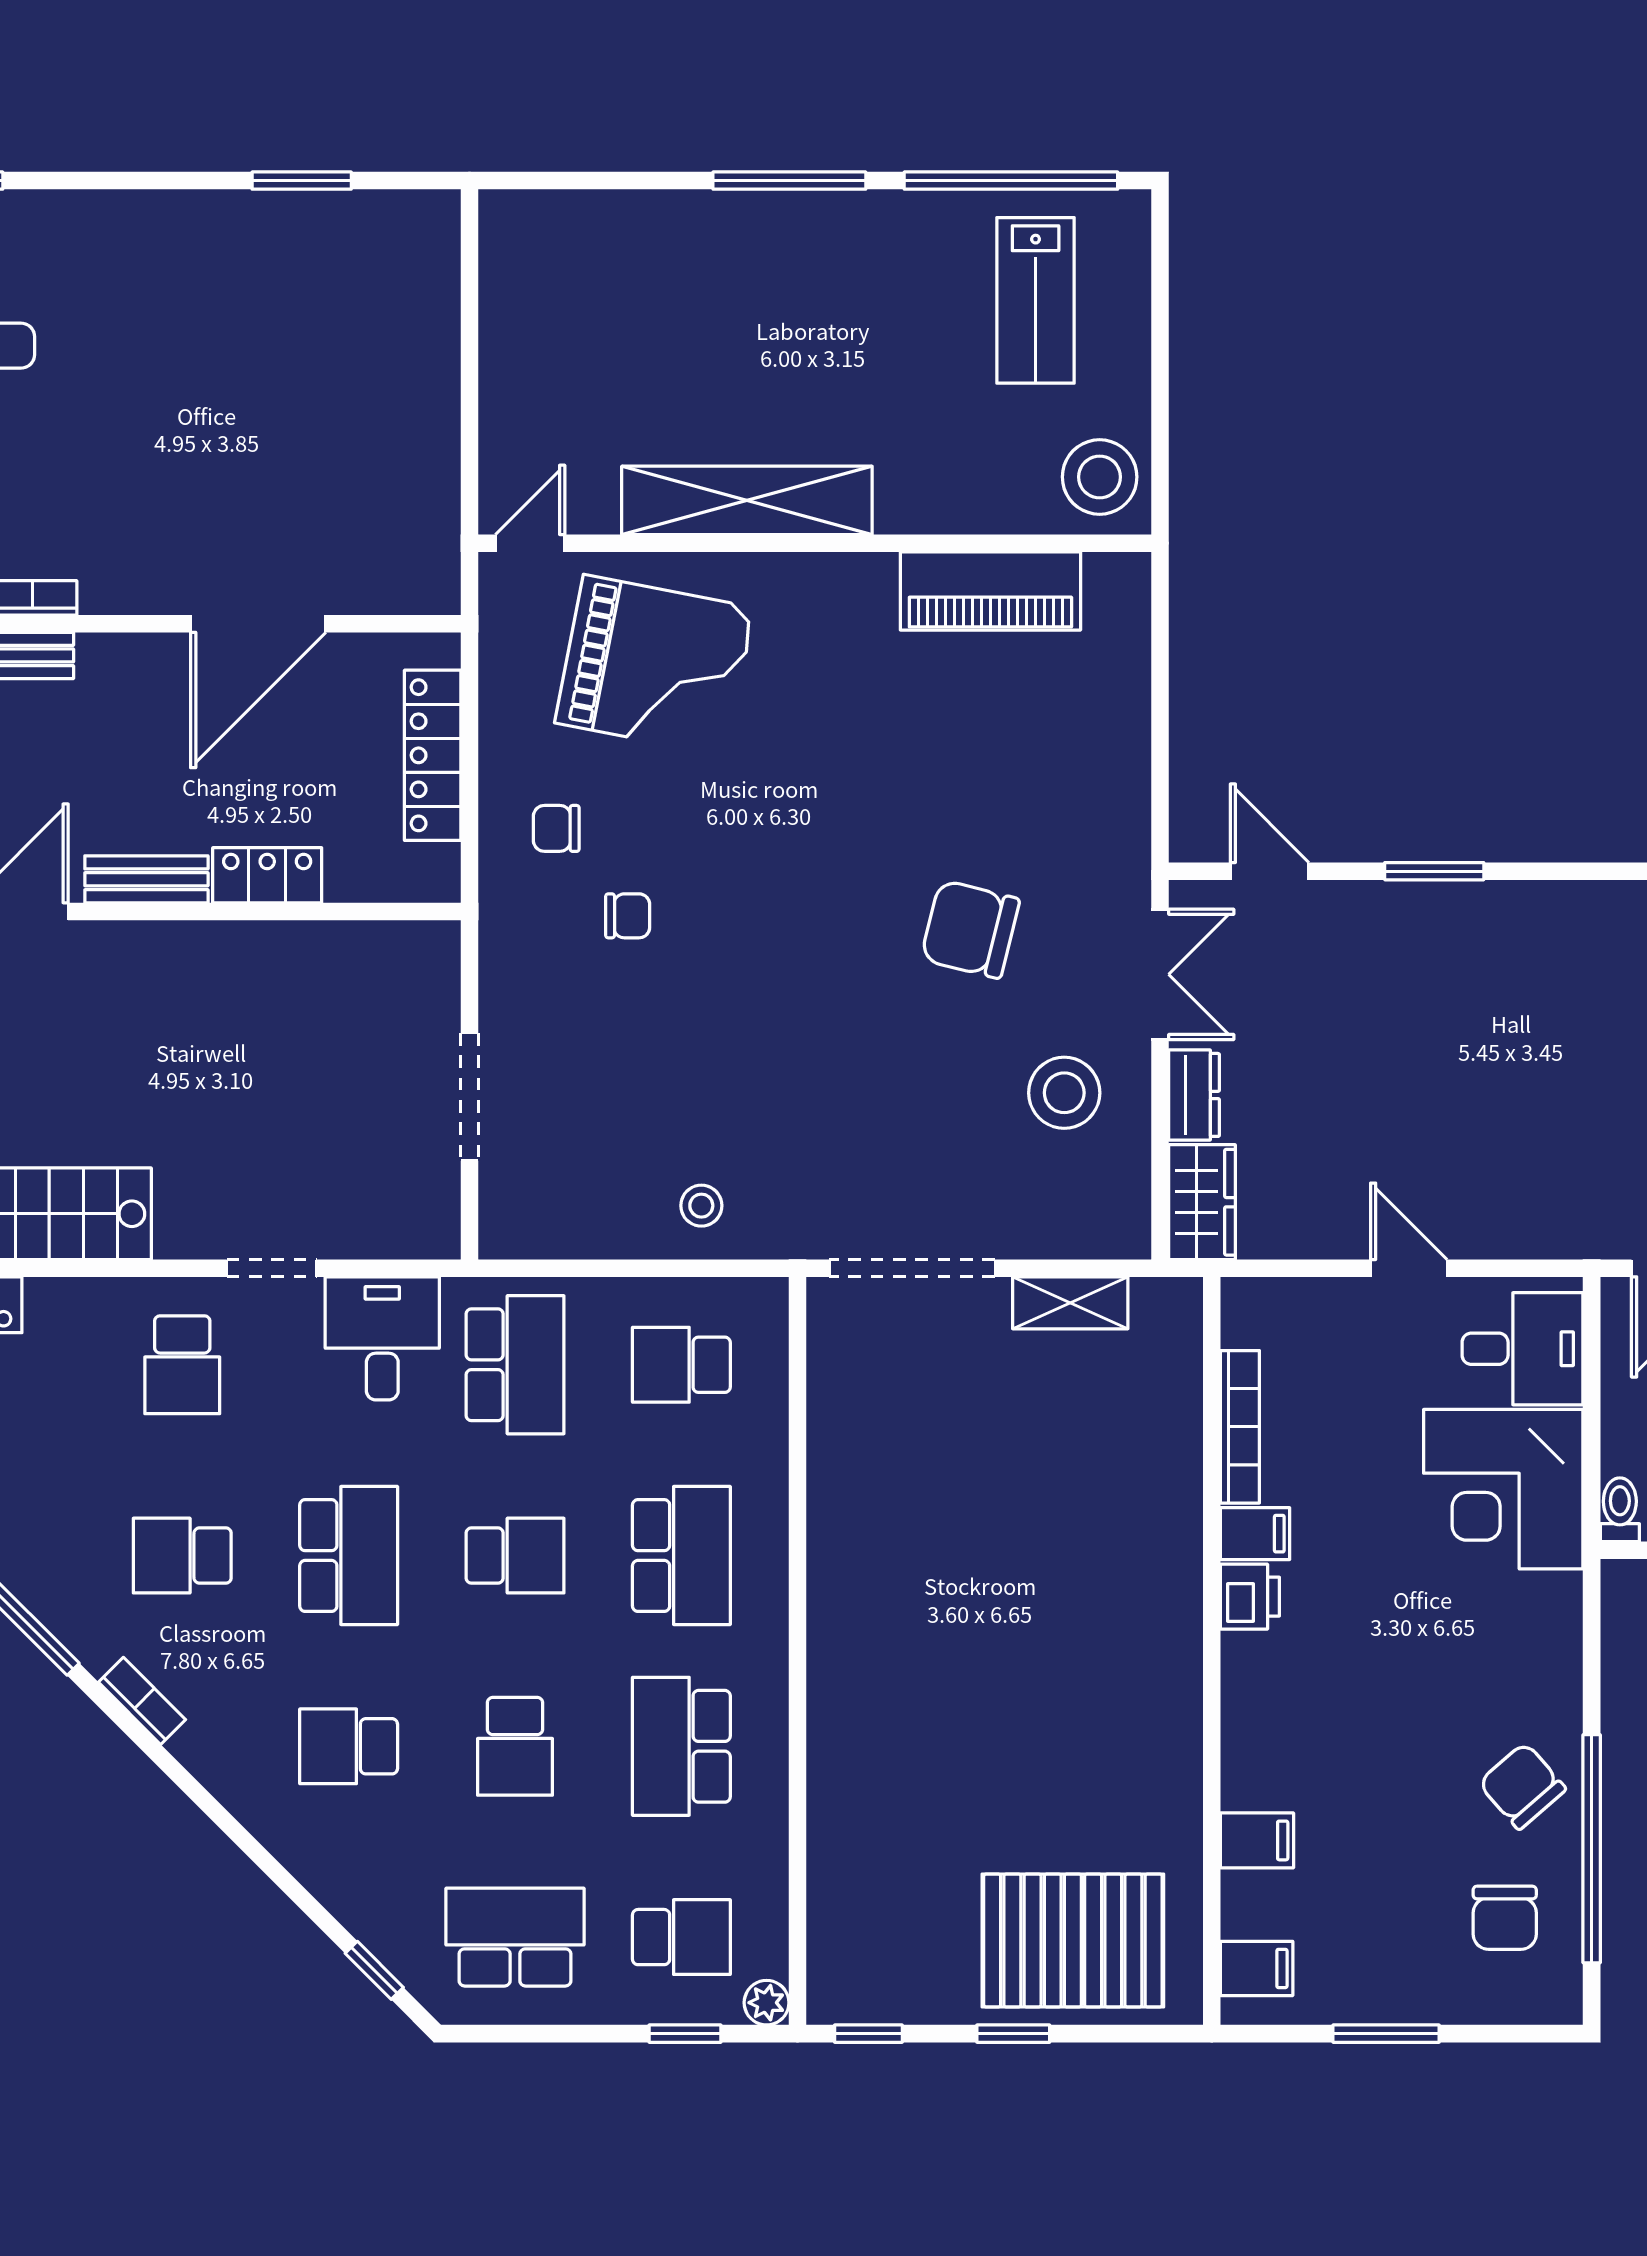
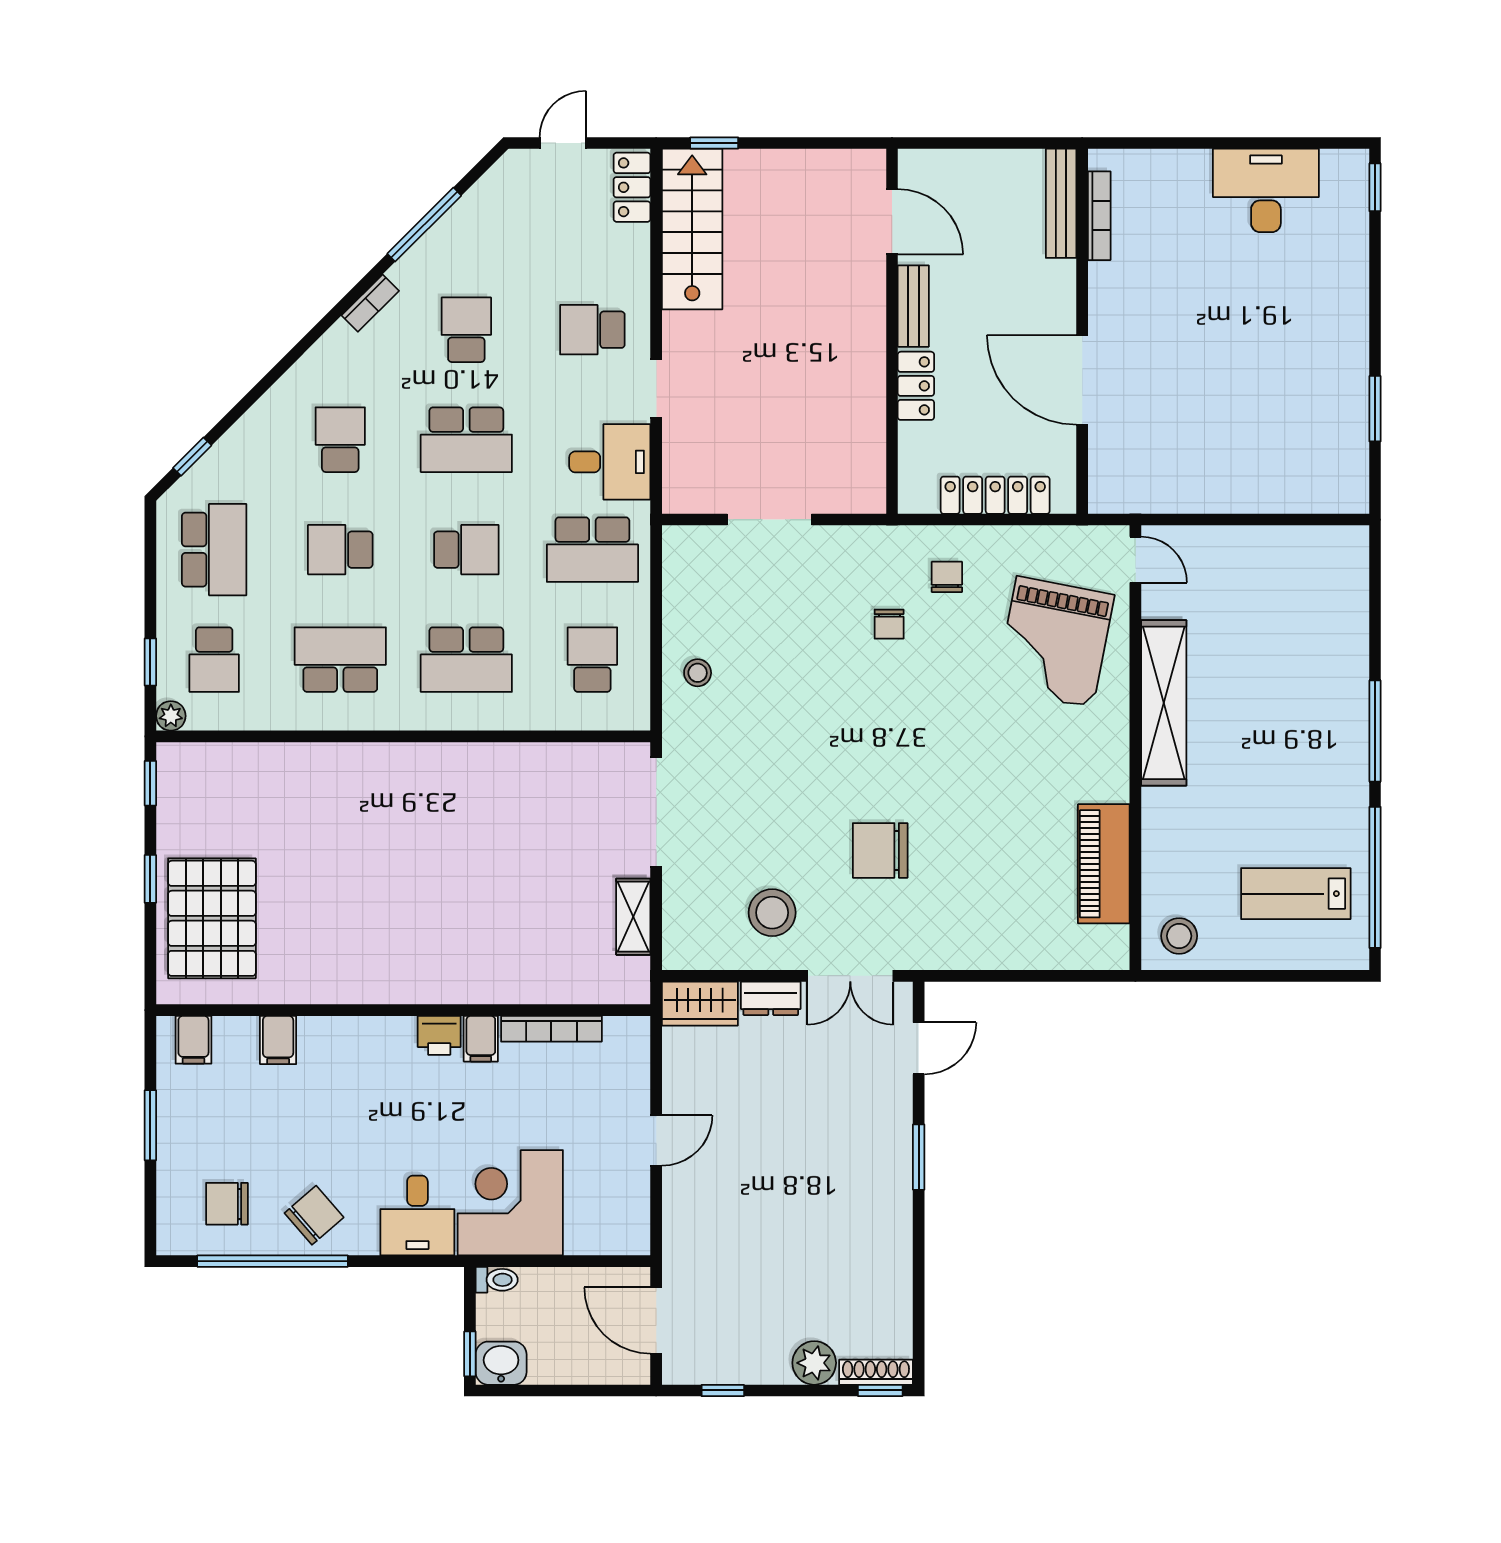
stool: (1100, 477) -> (1179, 936), width x0.73, depth x0.73
chair: (970, 929) -> (880, 850), turned -104
desk: (1523, 1349) -> (417, 1215), moved
school desk: (515, 1556) -> (466, 550), turned -90

